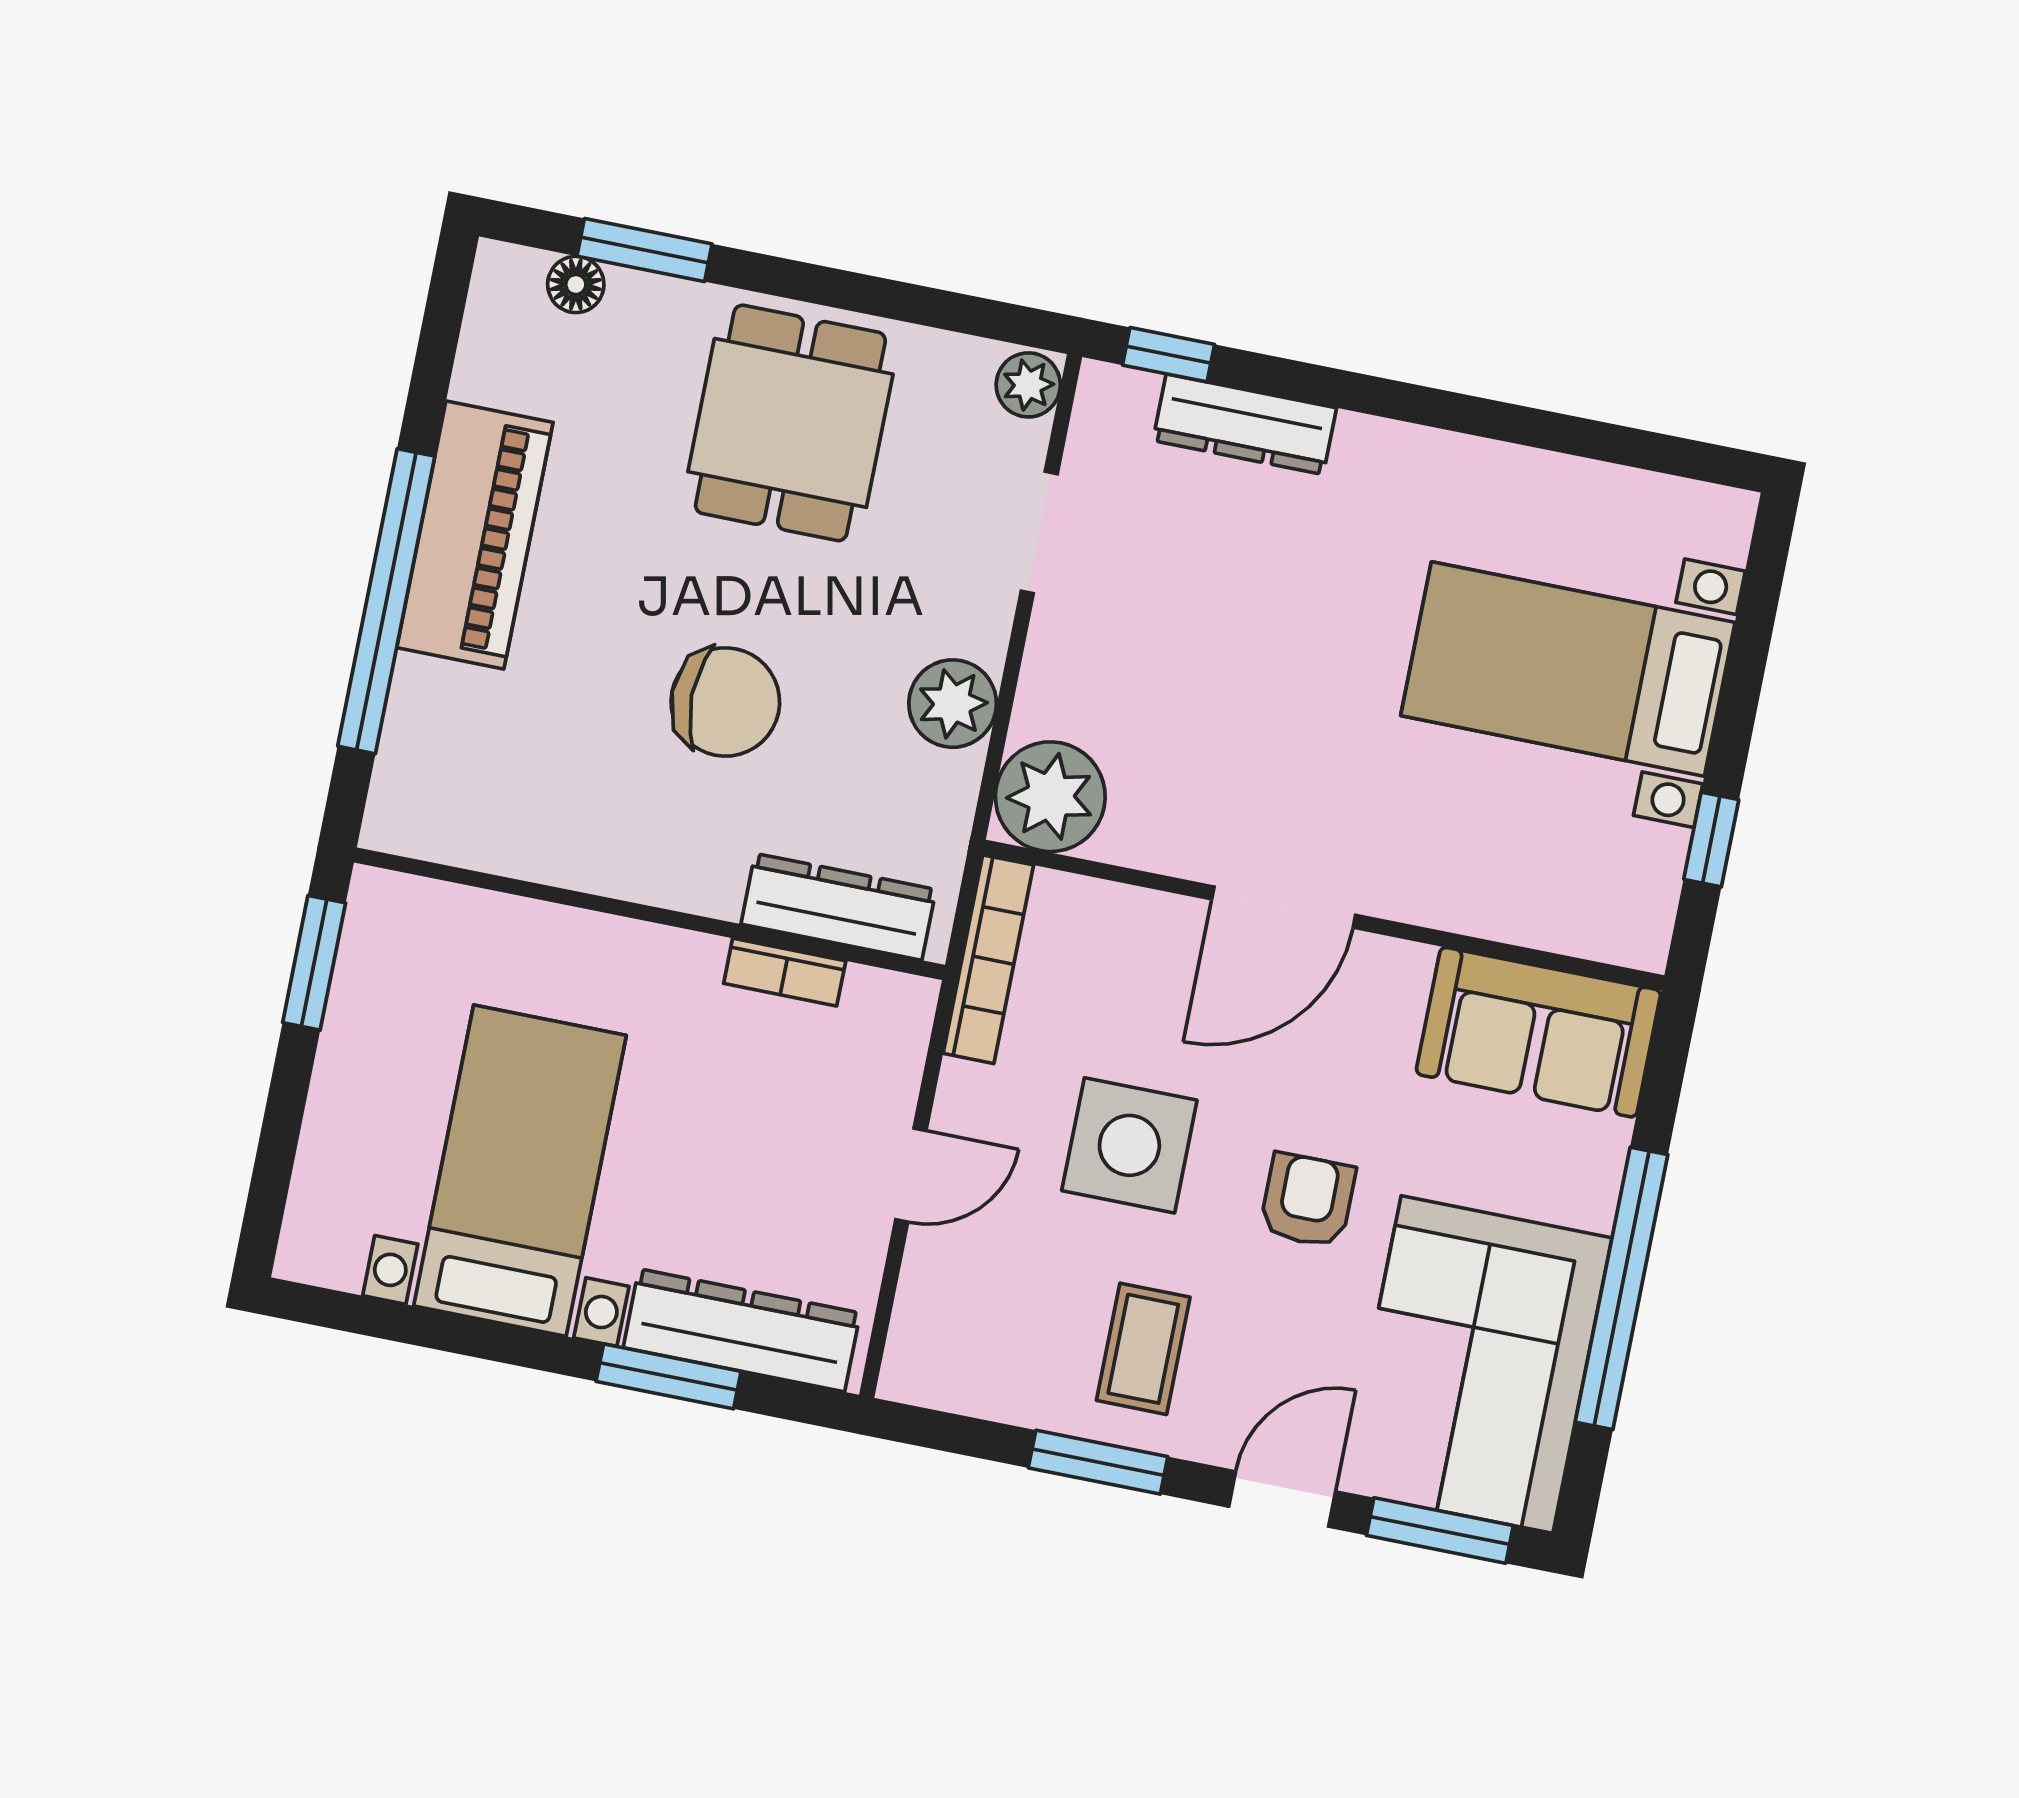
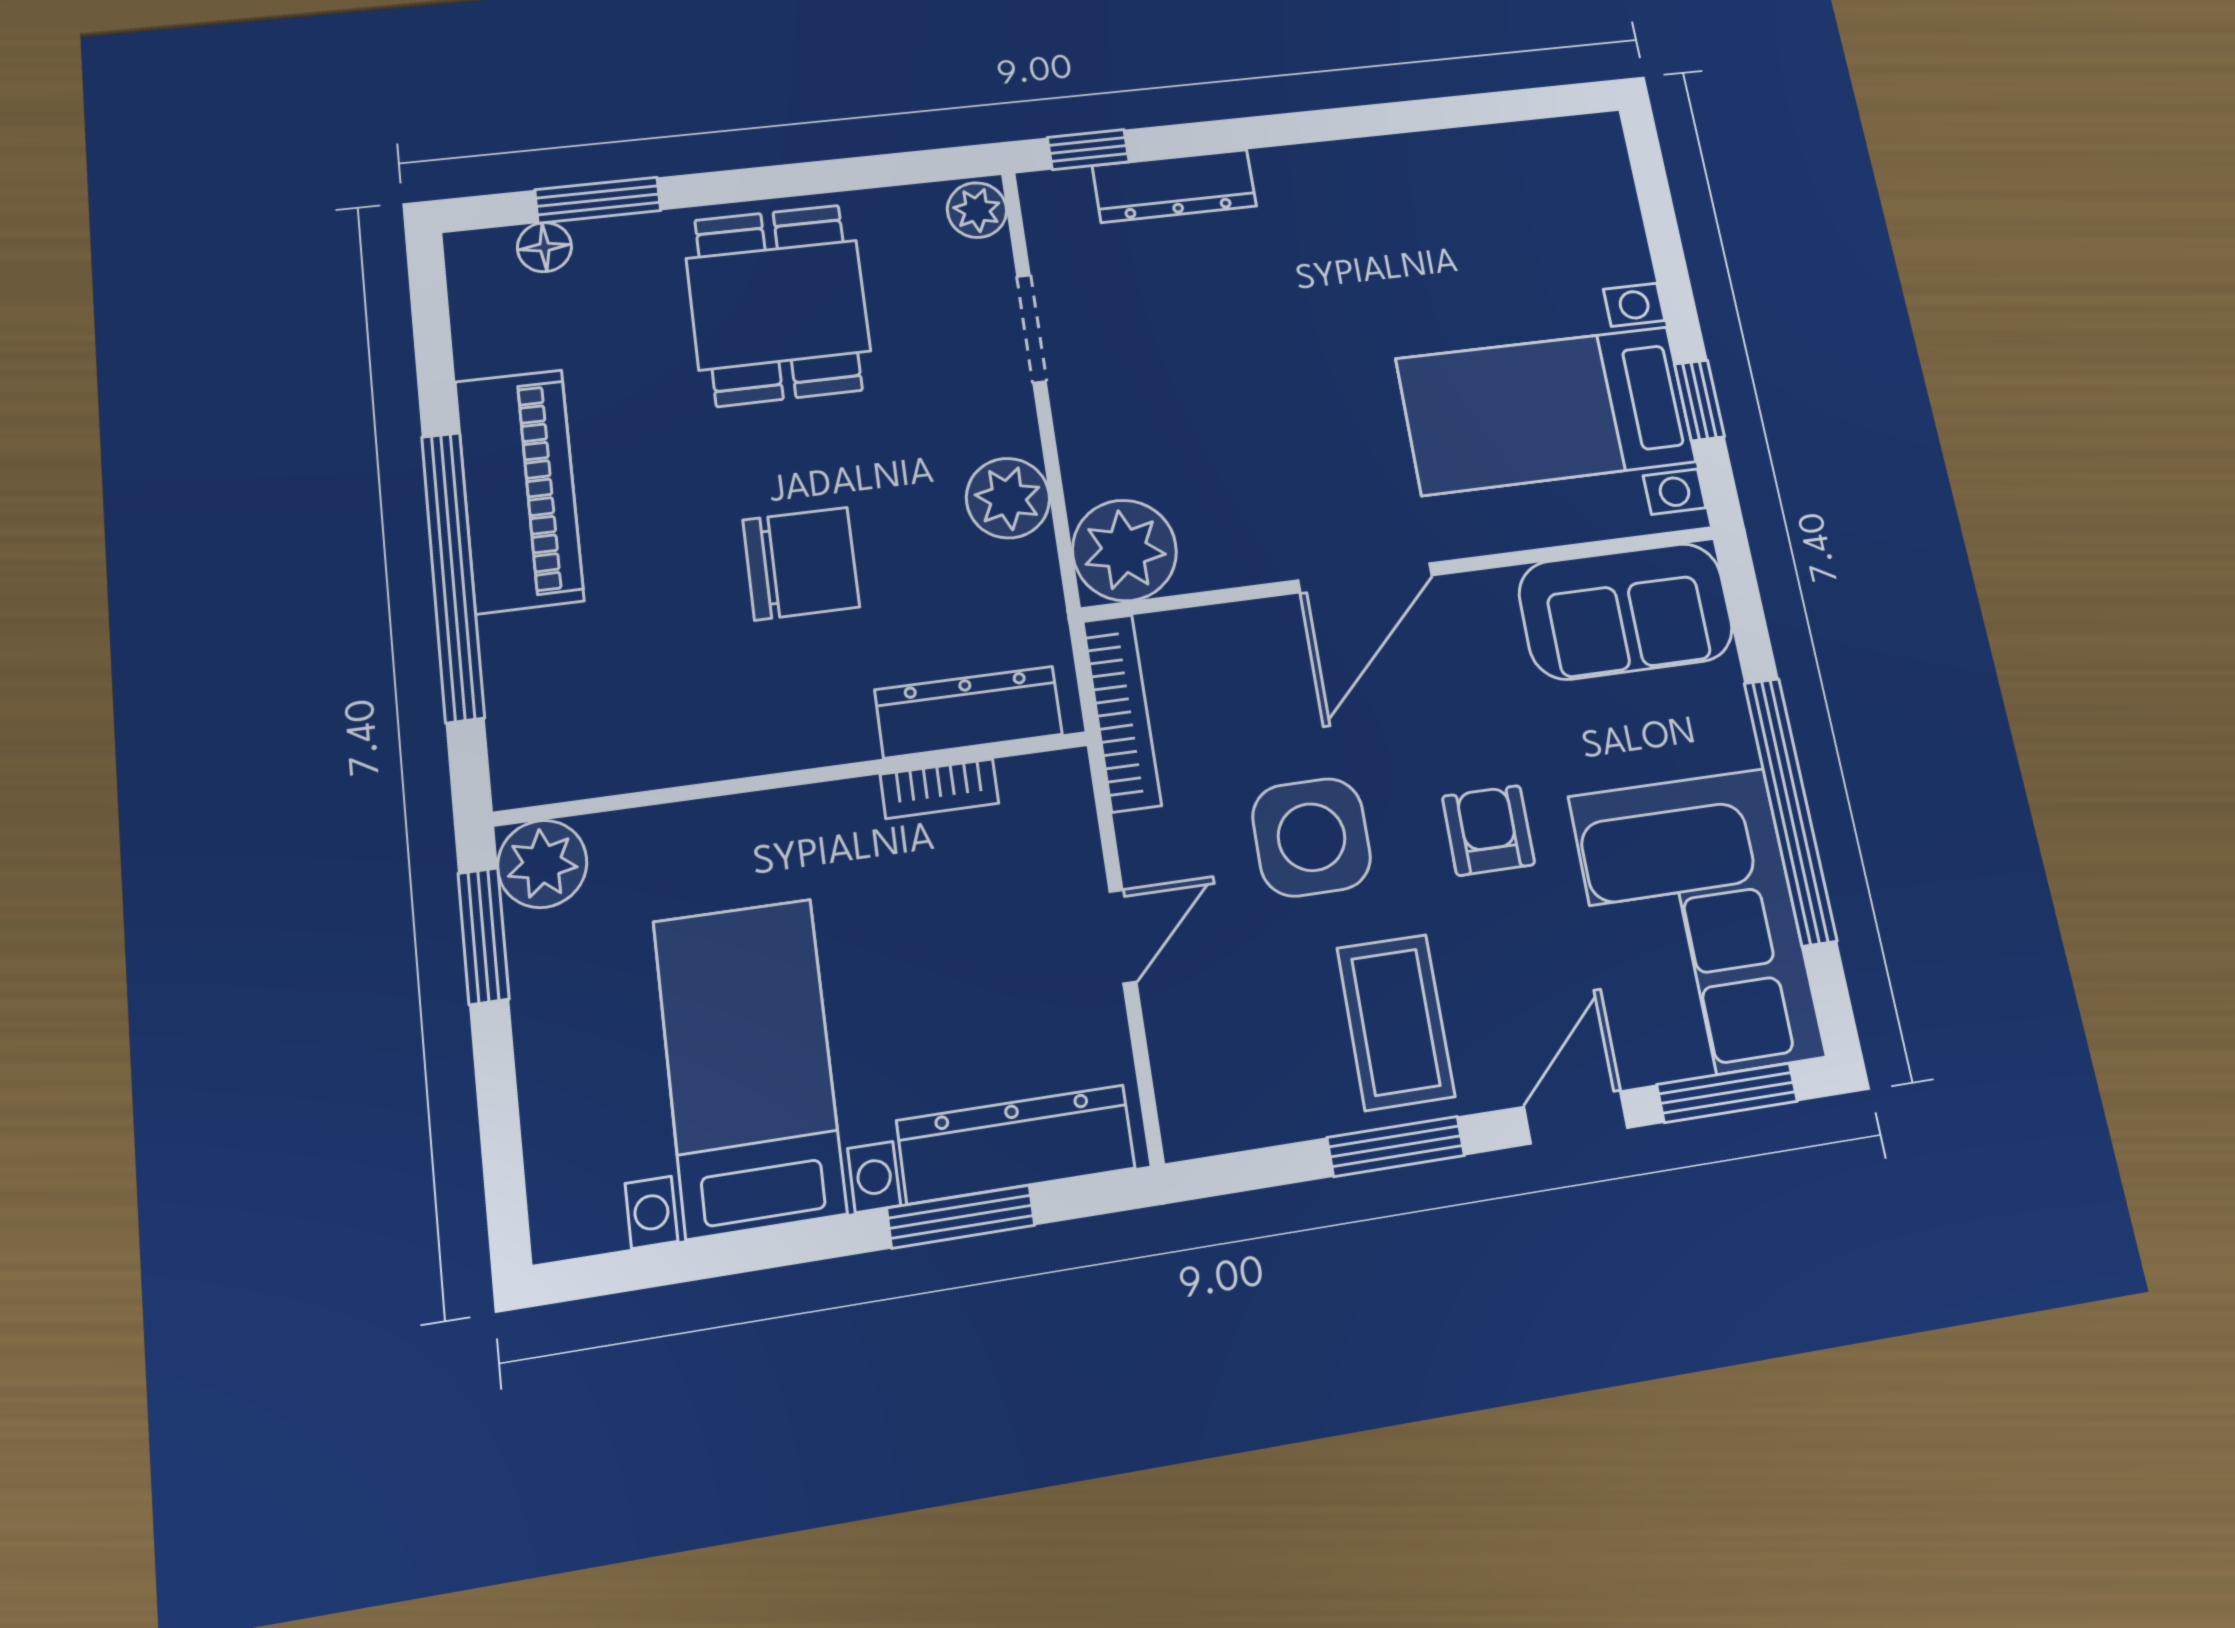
bed with nightstands: (1568, 669) -> (1546, 410), moved
plant: (388, 914) -> (542, 864), added
coffee table: (1143, 1349) -> (1396, 1022), width x1.36, depth x1.30

